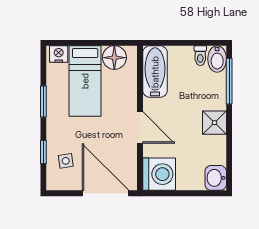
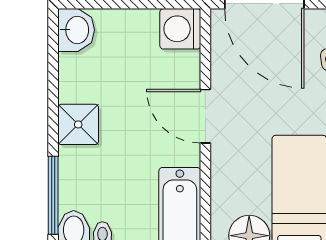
washing machine: (159, 174) -> (180, 29), width x0.73, depth x0.73

